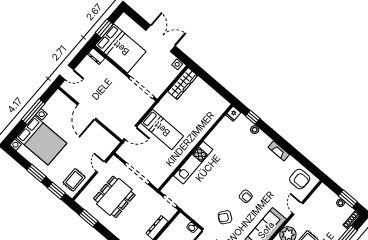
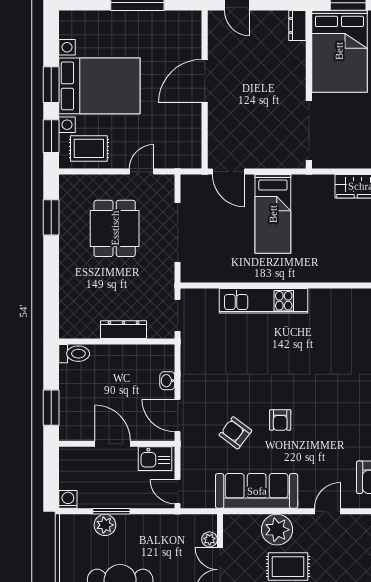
bed with nightstands: (41, 140) -> (99, 86), moved, turned -90
dining table: (114, 197) -> (115, 228), width x0.73
armchair: (225, 217) -> (235, 433), moved

